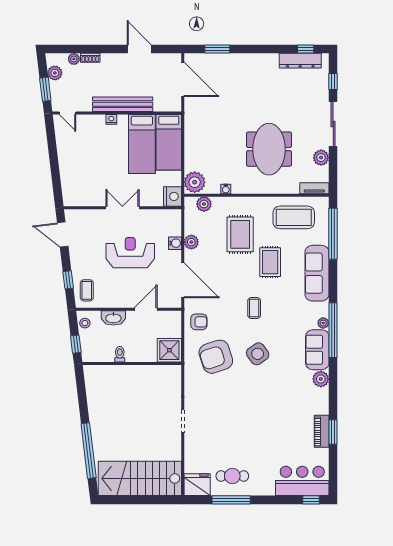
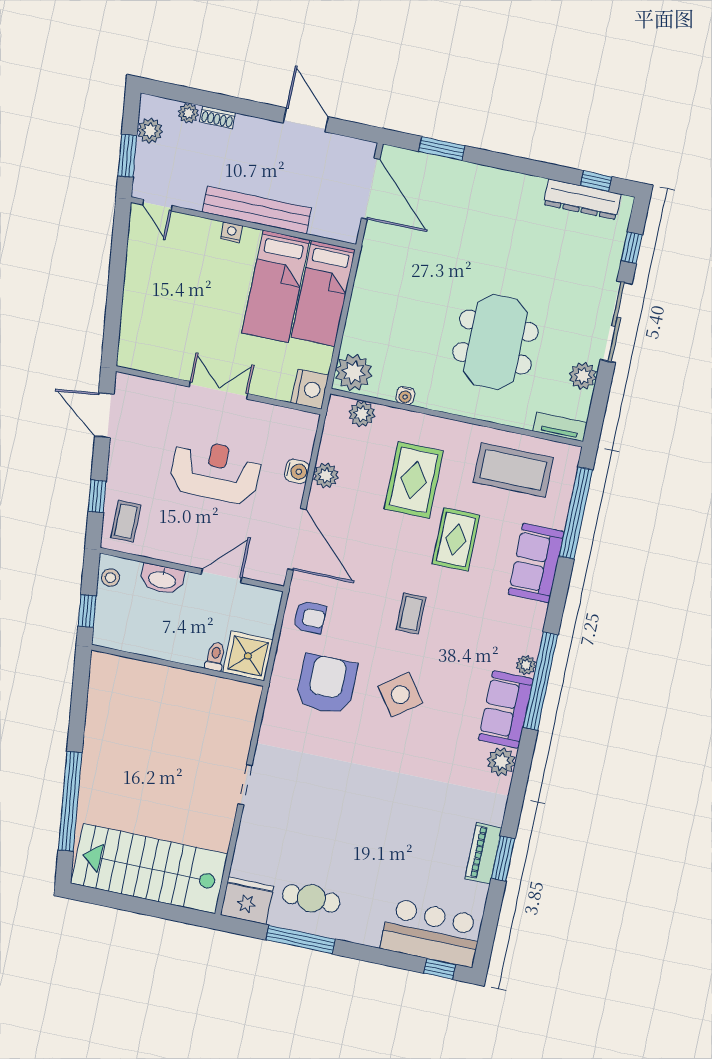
sofa: (317, 273) -> (536, 563), width x0.73
toilet: (120, 354) -> (215, 656), moved
armchair: (216, 357) -> (326, 684), turned 108

